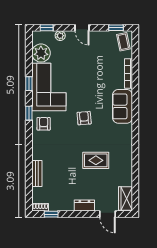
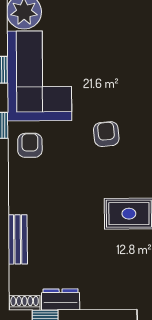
dresser: (84, 206) -> (61, 299), moved

